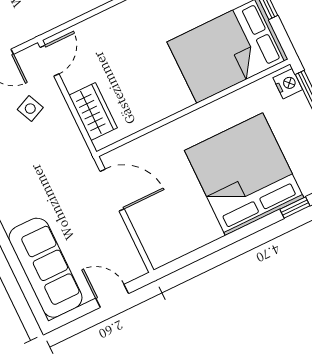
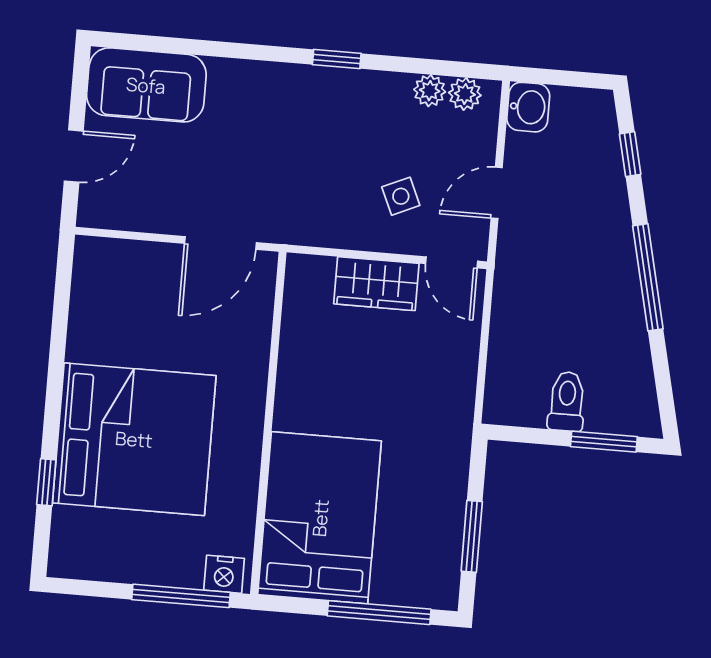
wardrobe: (93, 111) -> (376, 284), moved
sofa: (45, 268) -> (146, 85), width x0.73

